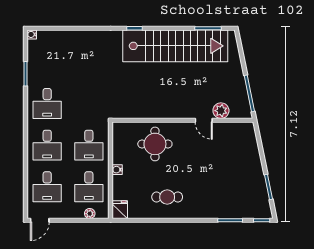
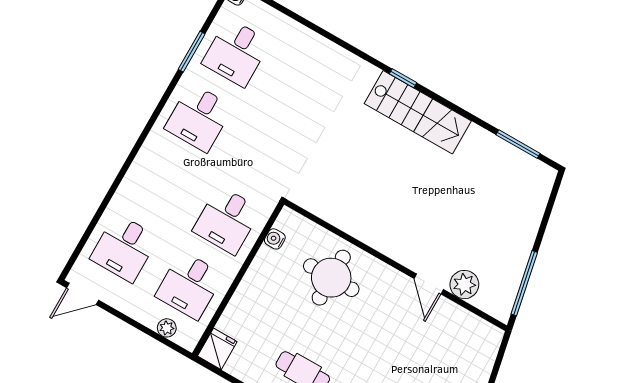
stairs: (175, 46) -> (418, 112), width x0.54, depth x0.66
desk: (47, 145) -> (236, 53), moved
water cooler: (117, 170) -> (275, 239), moved

